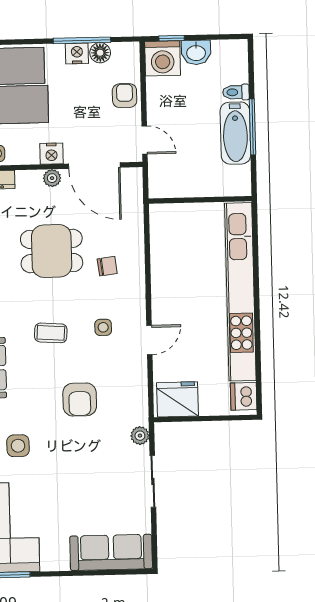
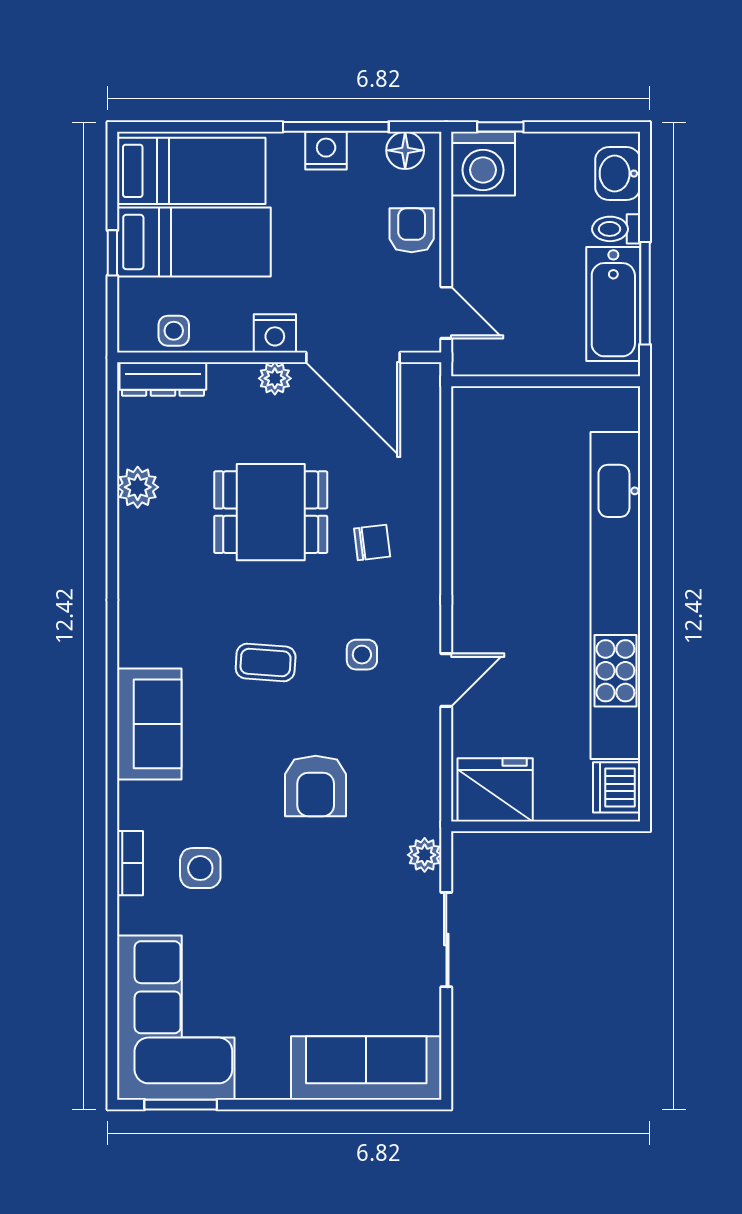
washbasin: (196, 52) -> (618, 174), moved, turned 90
floor lamp: (100, 53) -> (405, 150), moved
wall: (200, 200) -> (546, 381), moved

